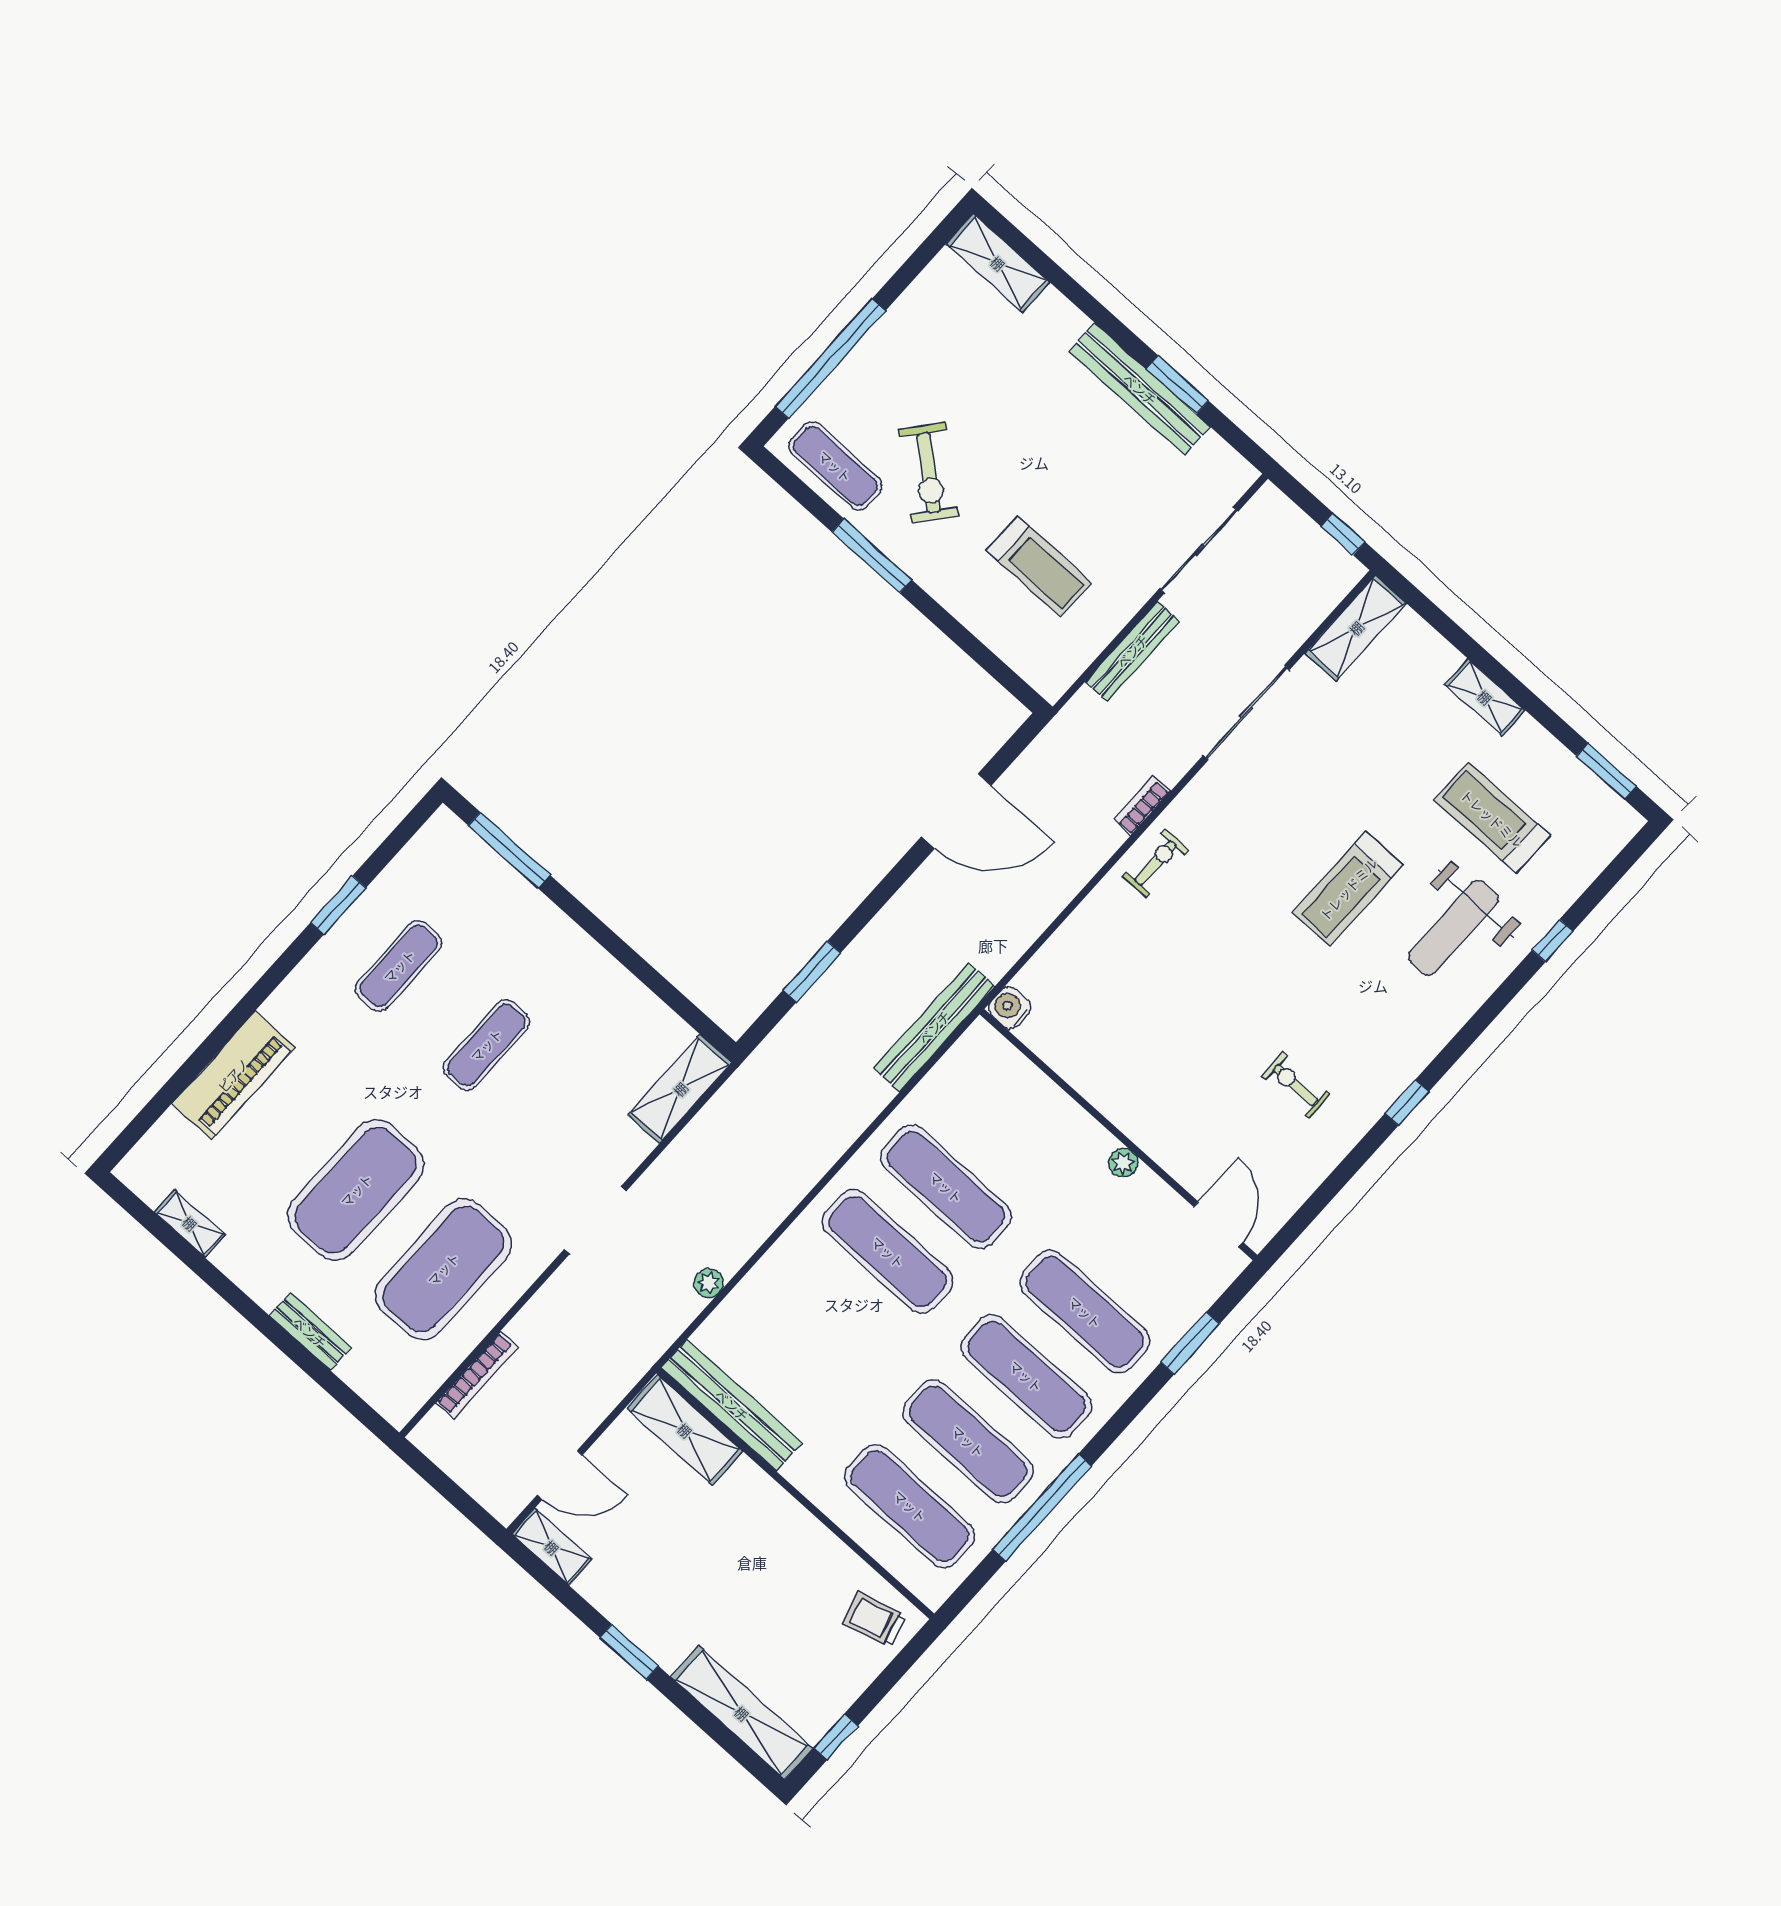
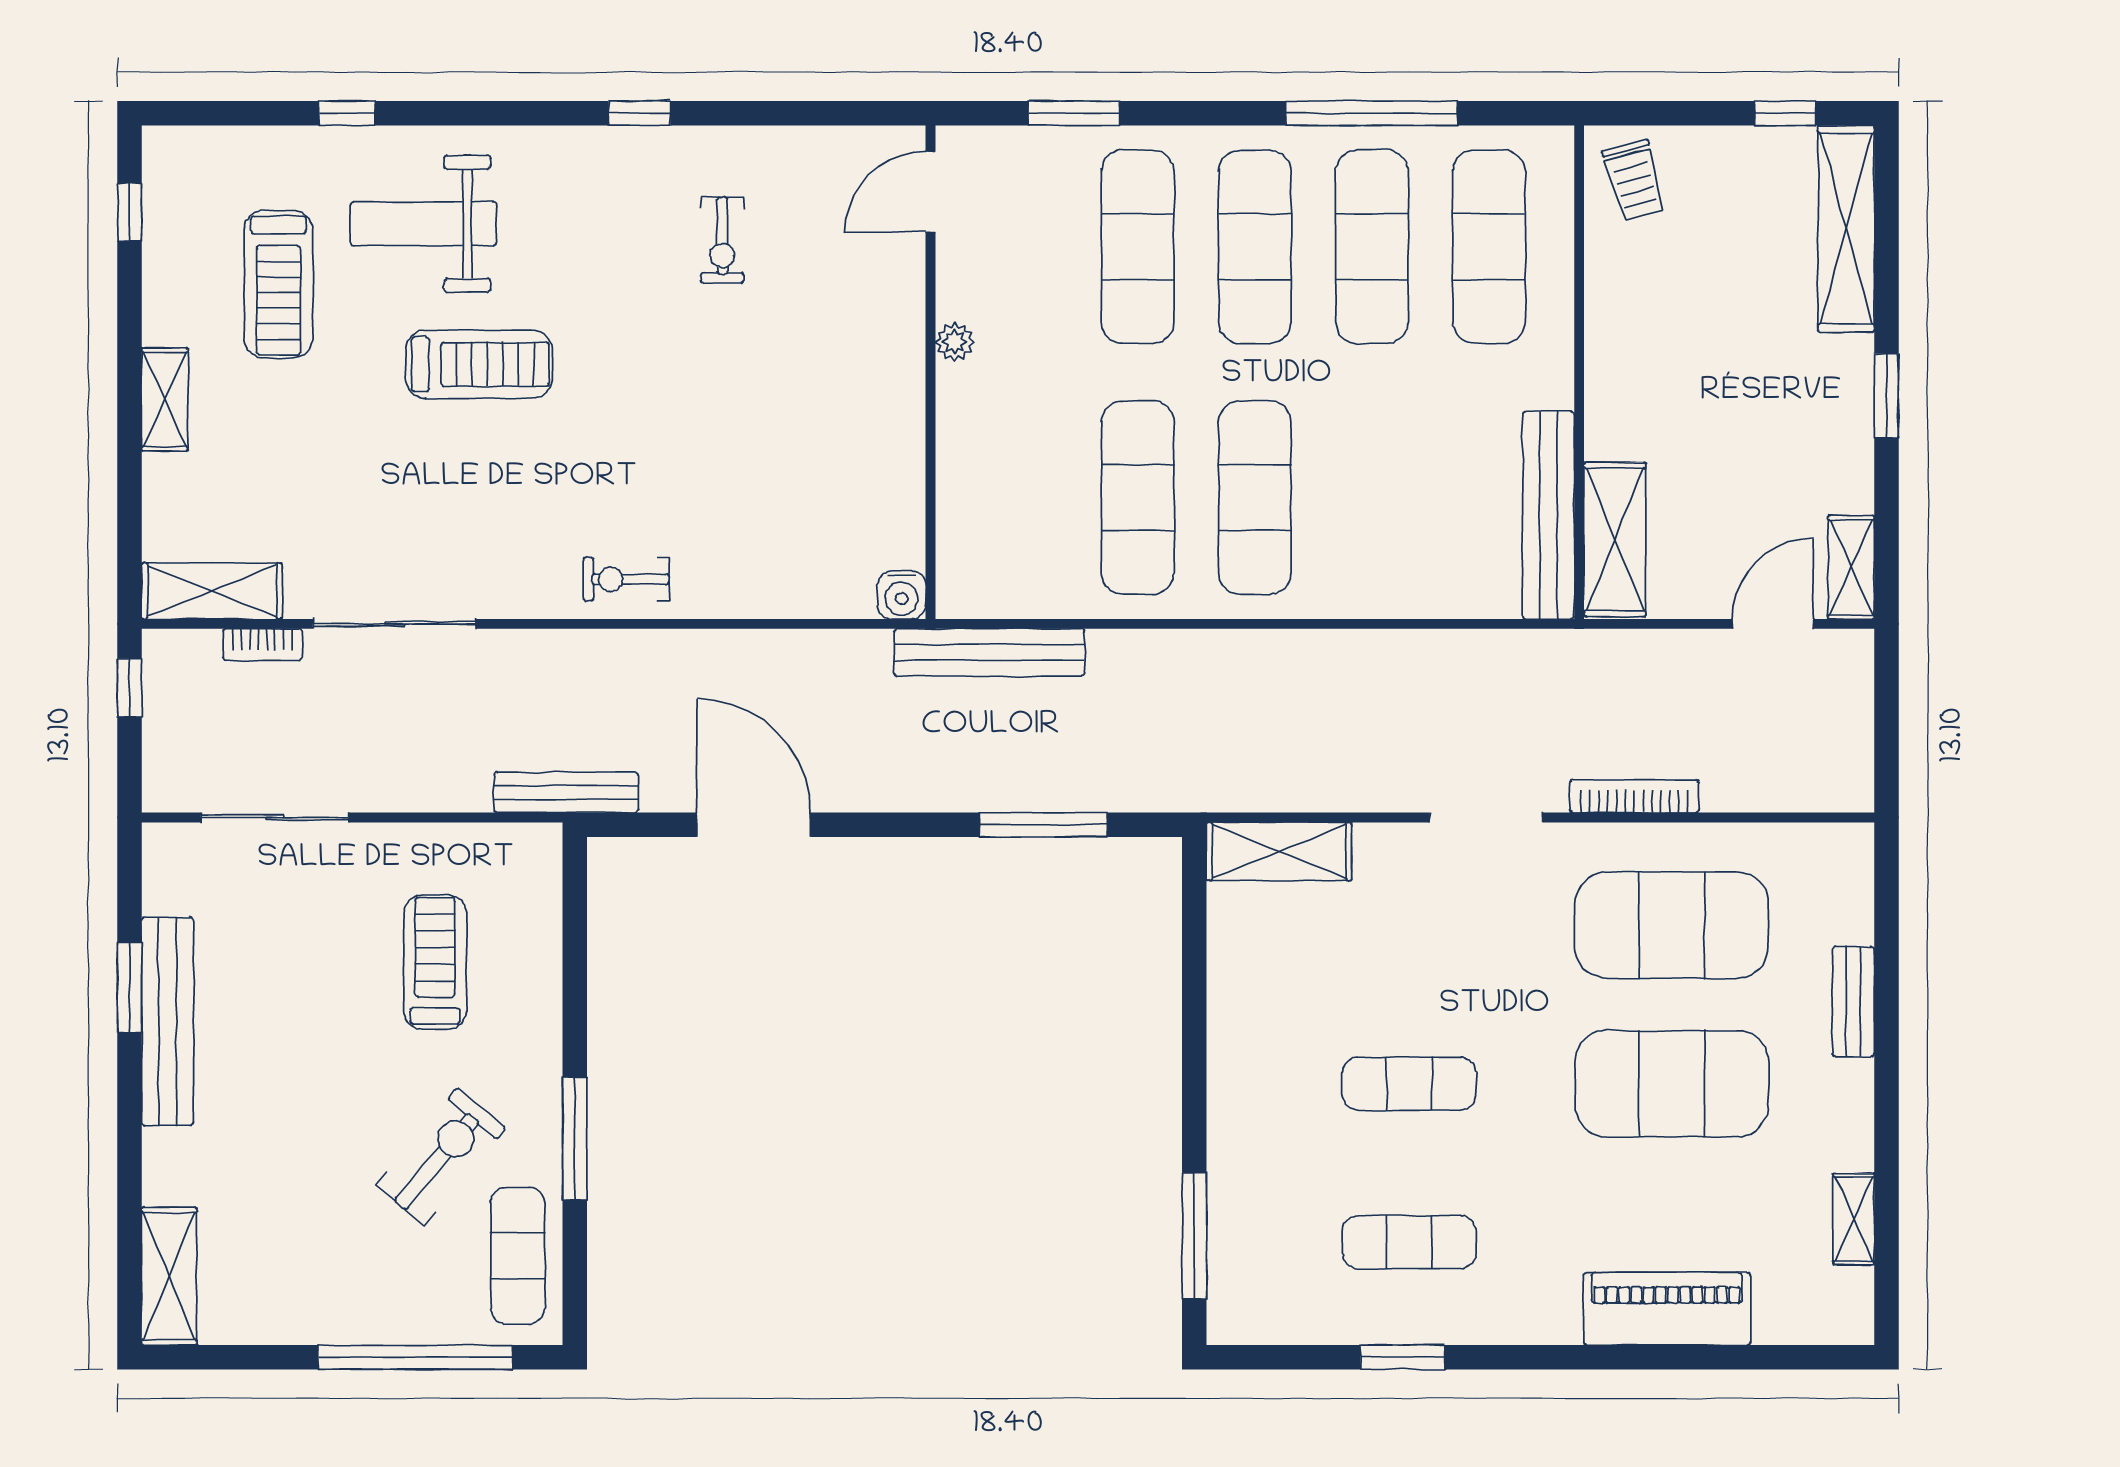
bench: (1132, 651) -> (566, 792), moved
window: (1606, 771) -> (129, 212), width x0.67
bookcase: (1142, 806) -> (263, 645), moved
weight bench: (1453, 928) -> (423, 224), turned 180
window: (812, 971) -> (1043, 825), width x1.44
plant: (709, 1283) -> (1447, 648), removed
bookcase: (477, 1375) -> (1634, 796), moved
door: (560, 1475) -> (1773, 624), hinge flipped

